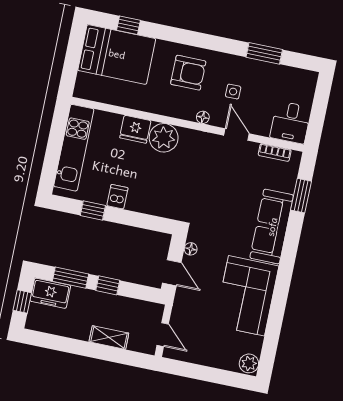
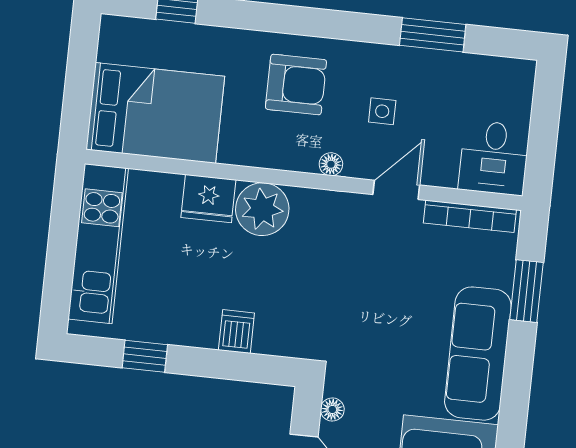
bed: (117, 54) -> (155, 113), moved
door: (236, 134) -> (396, 190), hinge flipped
bookcase: (275, 153) -> (470, 216), width x1.56
dishwasher: (117, 197) -> (236, 332), moved

